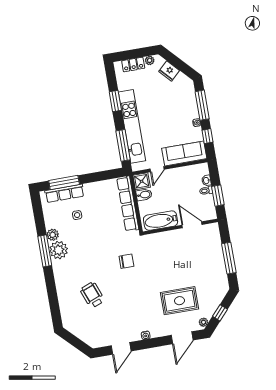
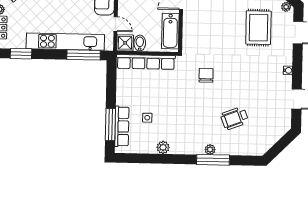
window: (115, 101) -> (21, 54), moved
plant: (59, 250) -> (210, 150), moved, width x0.53, depth x0.53
window: (45, 251) -> (213, 160), moved

